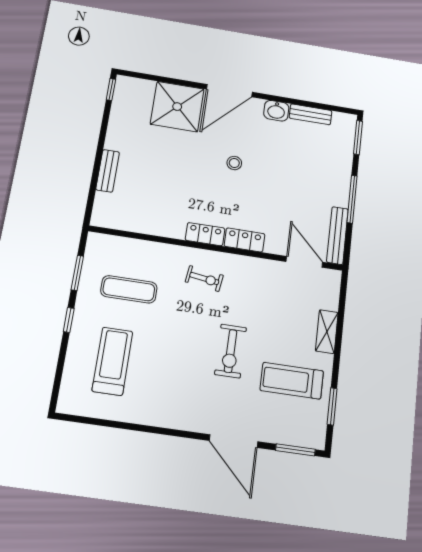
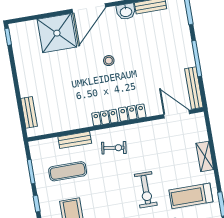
bench: (108, 171) -> (29, 112), moved
bench: (154, 250) -> (75, 140), added

